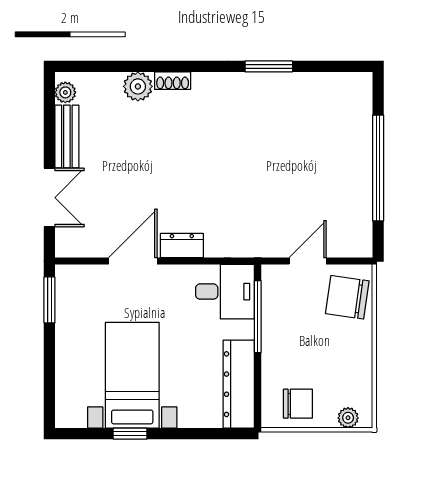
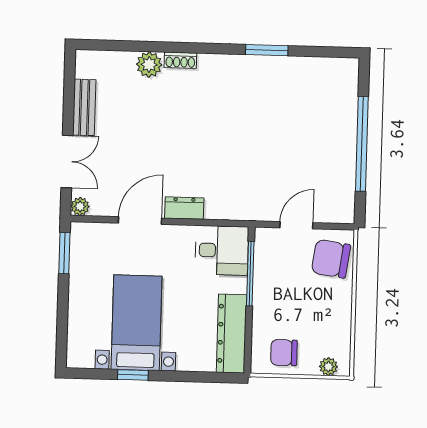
plant: (65, 92) -> (80, 206), moved
chair: (298, 404) -> (284, 353), turned 180

